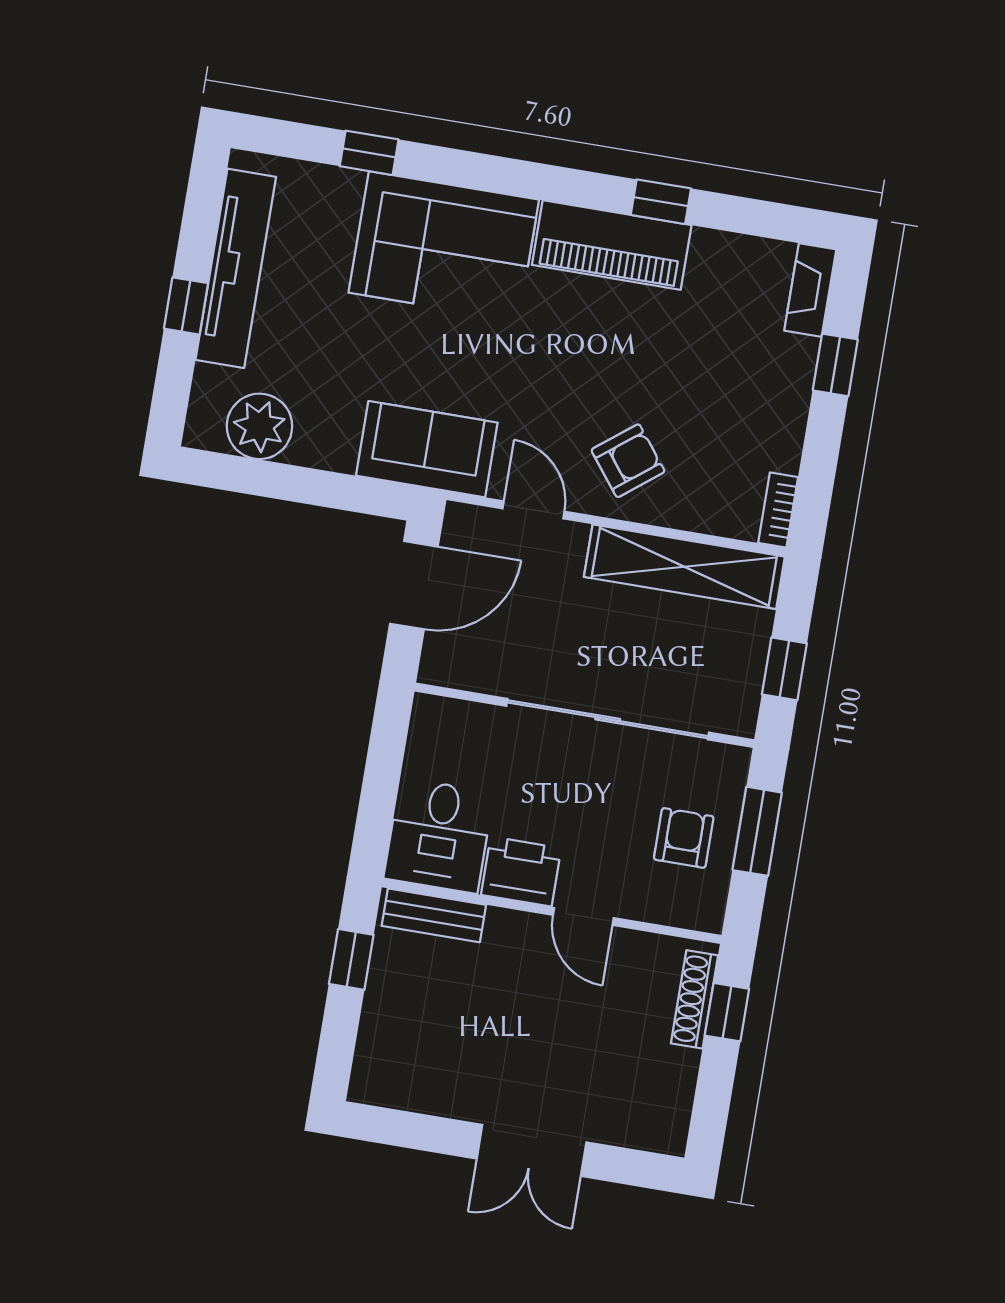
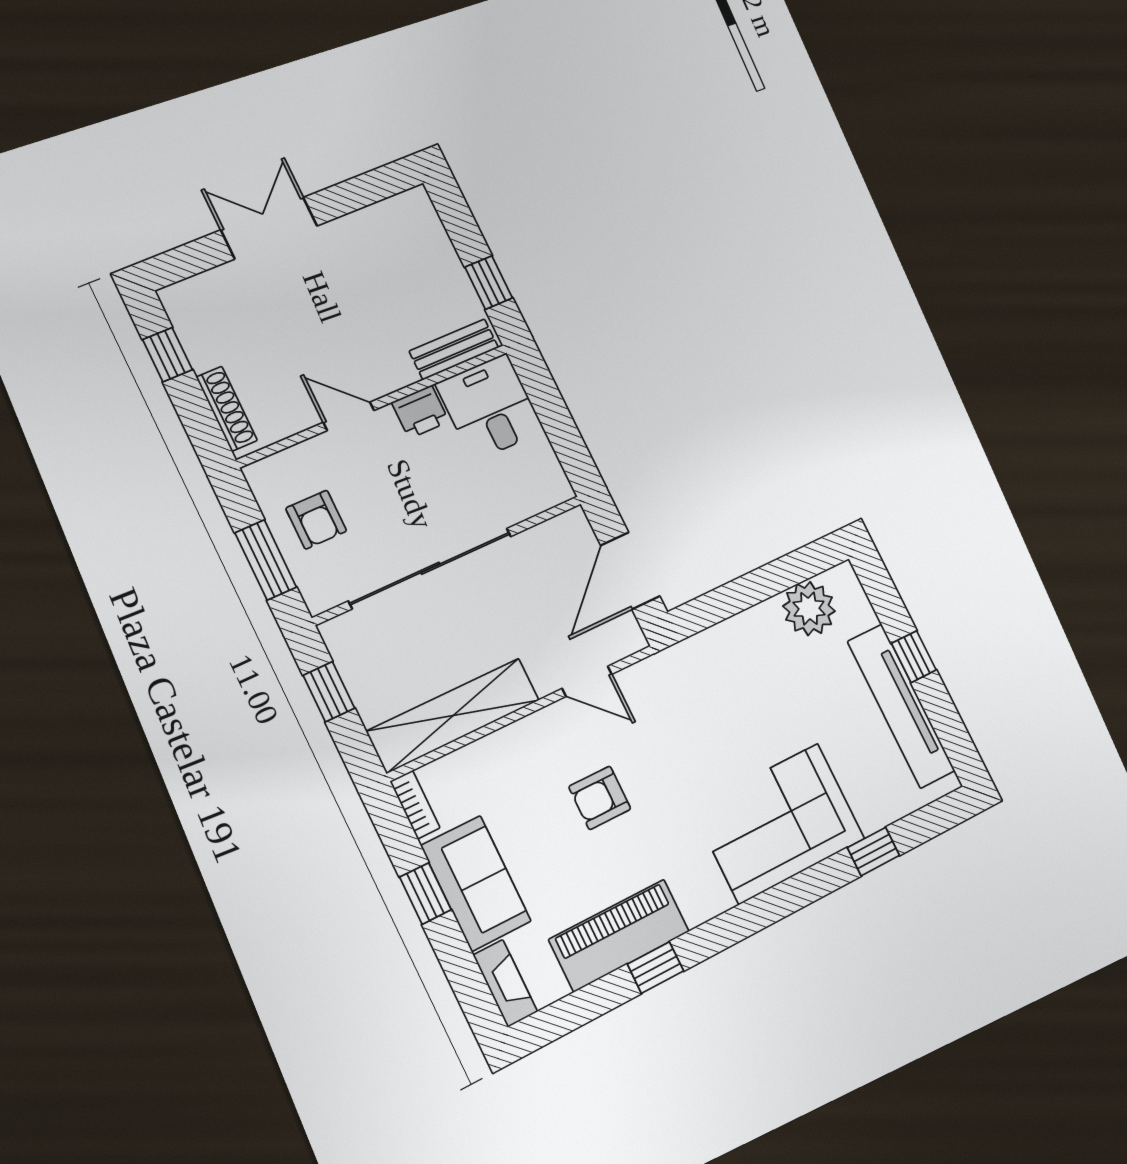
piano: (612, 245) -> (619, 935), moved
window: (835, 365) -> (425, 893), moved
sofa: (427, 449) -> (476, 883), moved, turned -90
armchair: (628, 461) -> (600, 798), moved, turned 38
printer: (521, 871) -> (420, 412), width x0.73, depth x0.81
window: (727, 1012) -> (168, 355), moved

